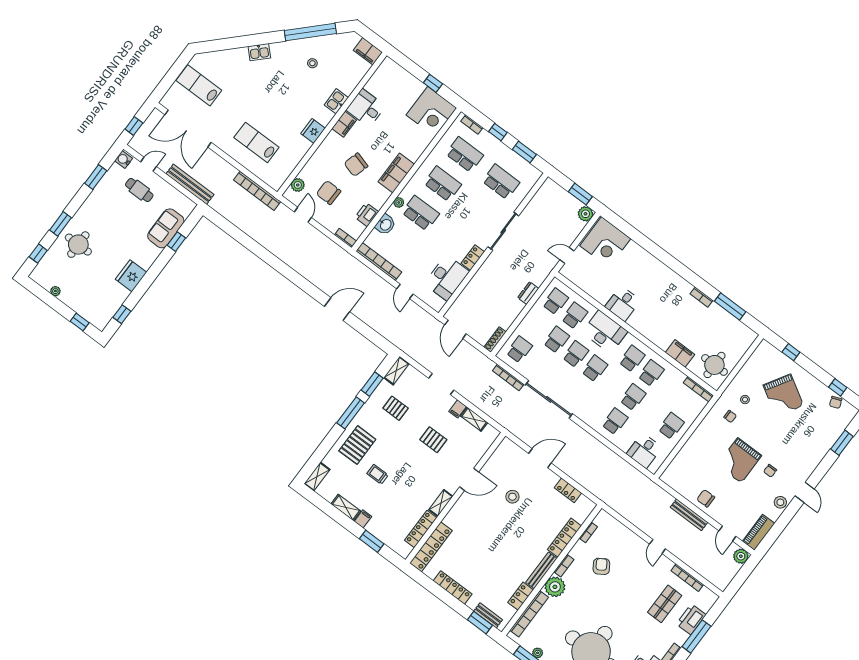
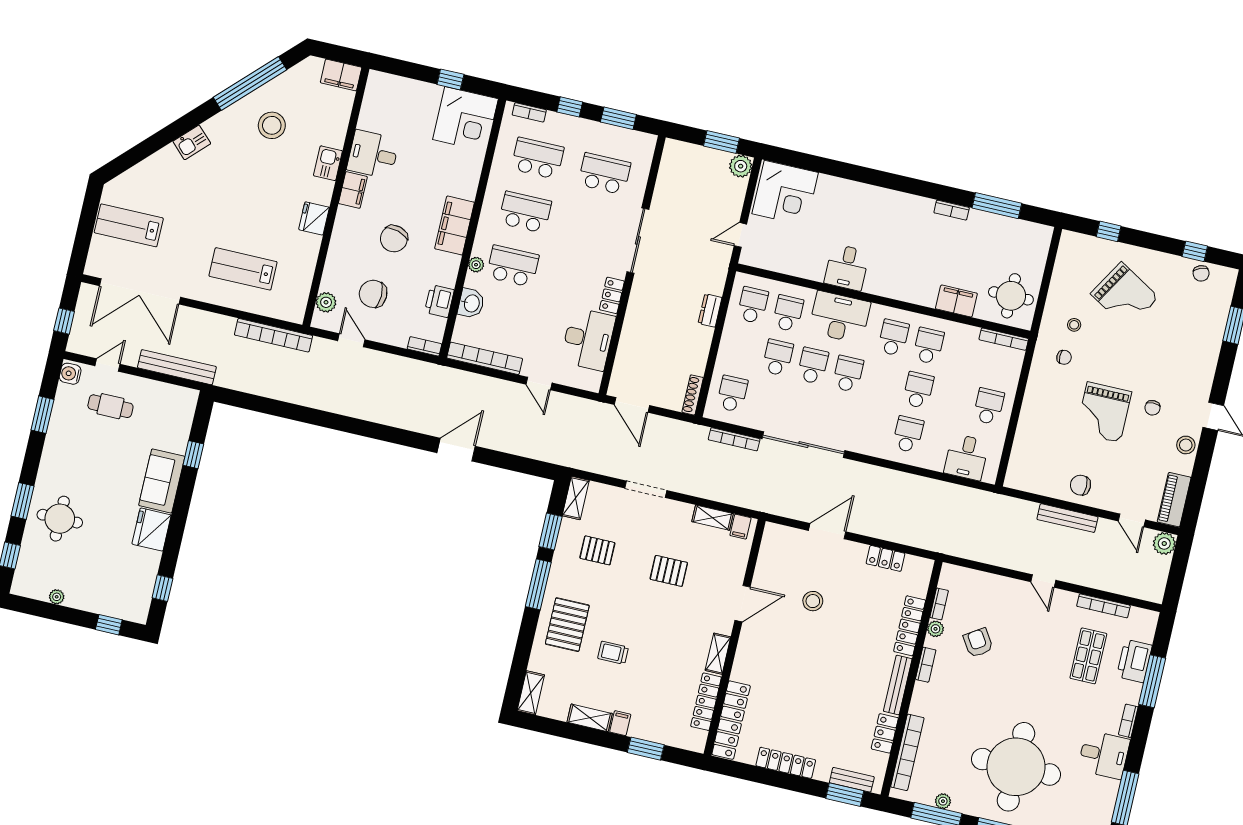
stool: (312, 63) -> (272, 125), width x1.89, depth x1.89
sofa: (166, 228) -> (162, 481), moved
filing cabinet: (458, 409) -> (740, 527), moved
plant: (555, 587) -> (936, 629), moved, width x0.53, depth x0.53

